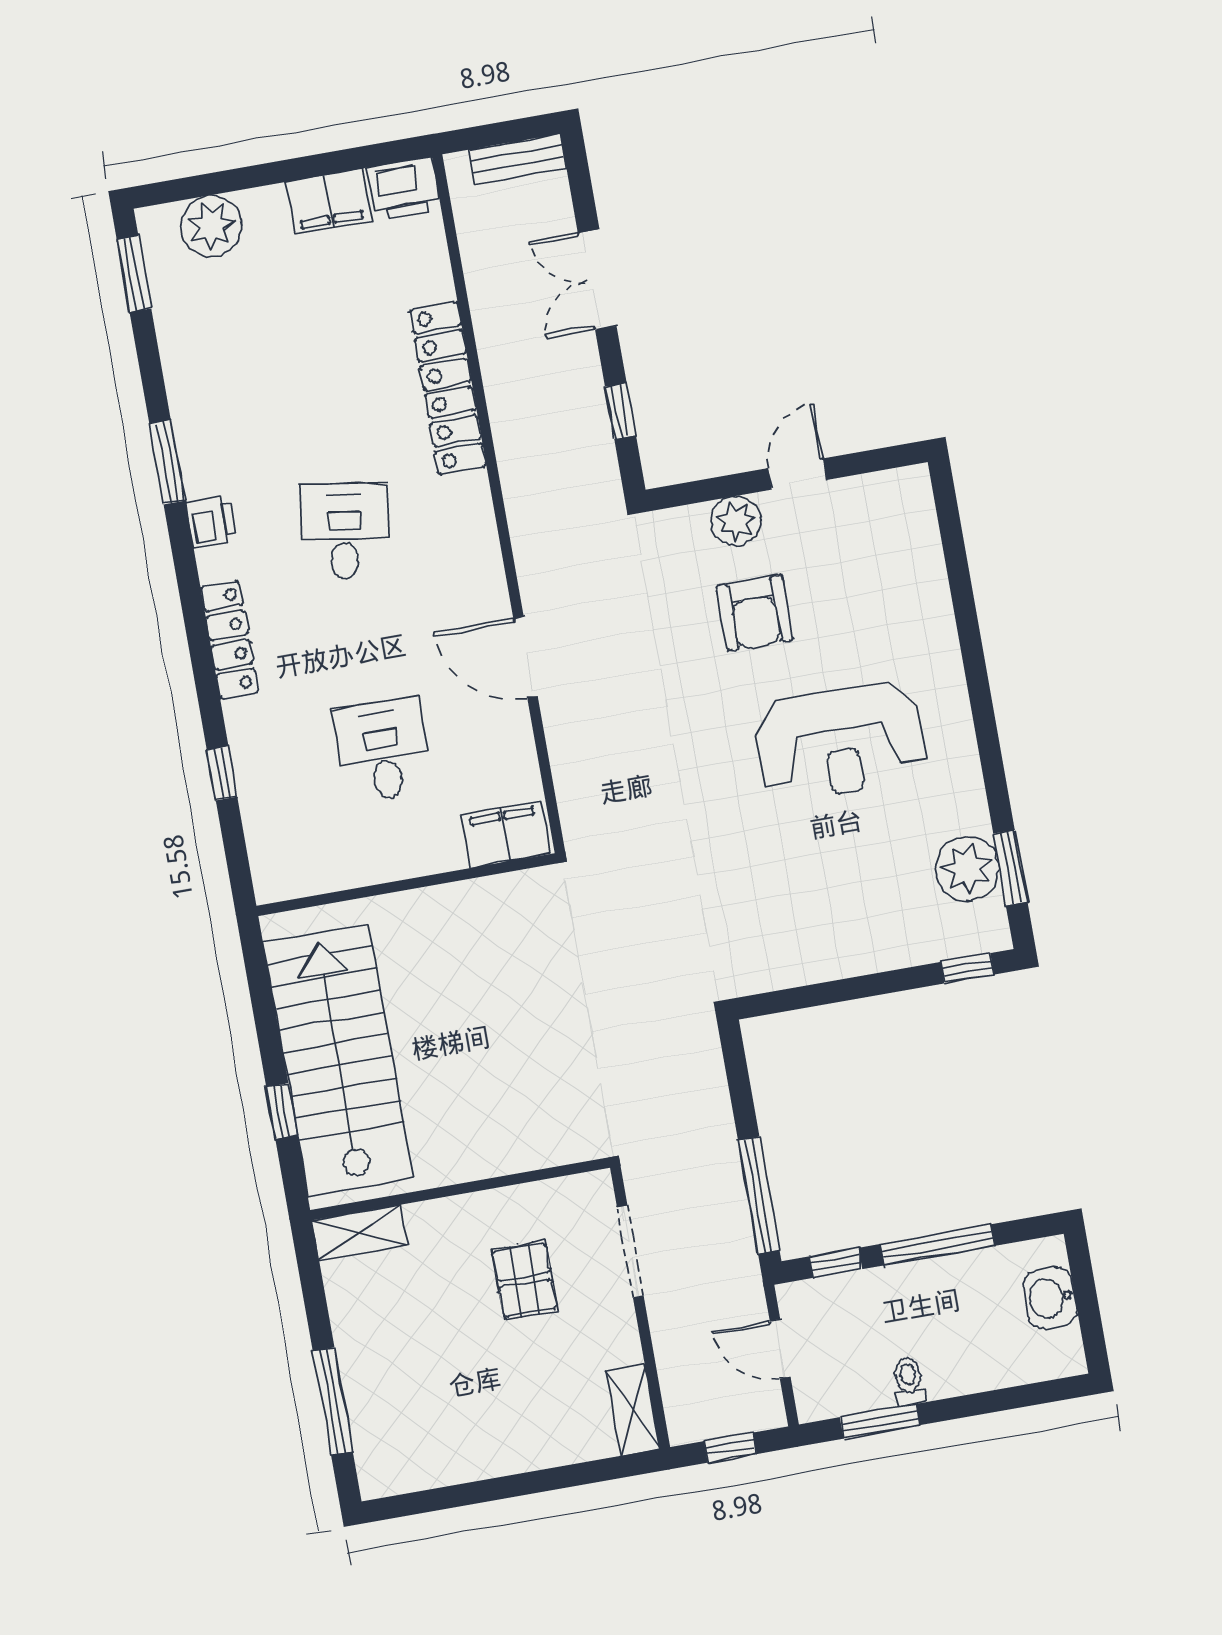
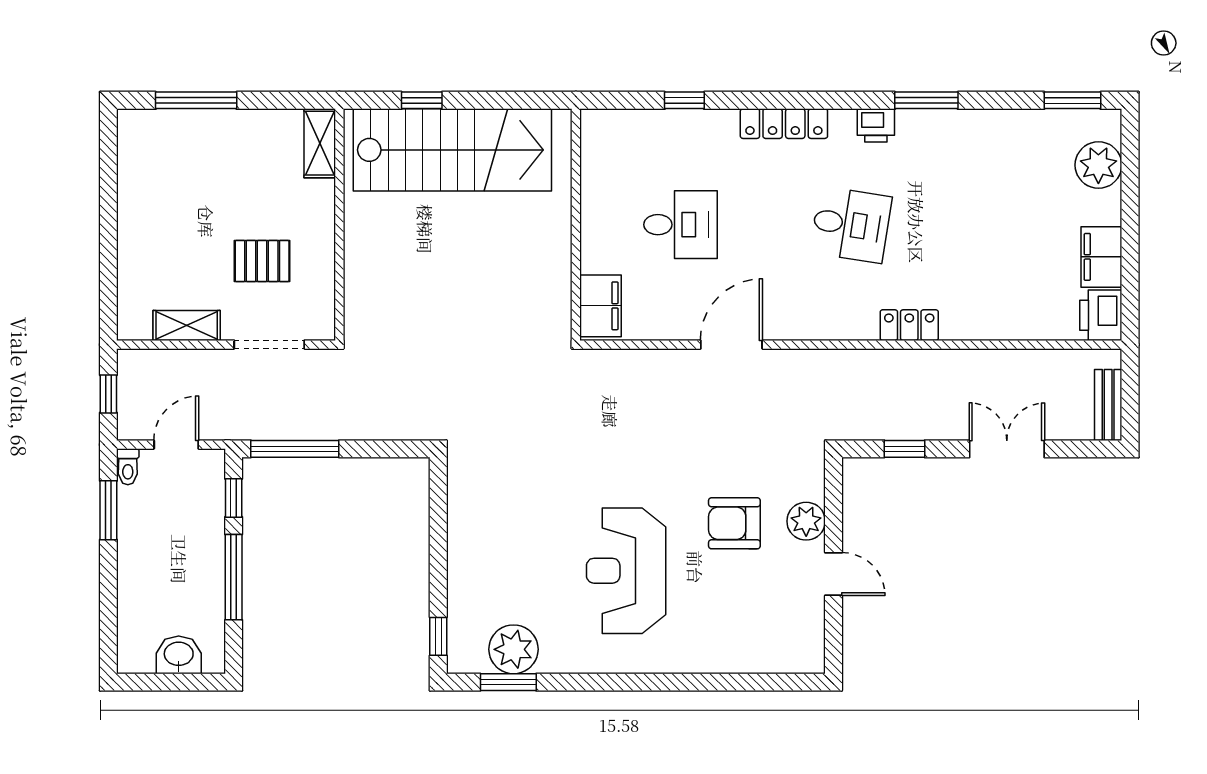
locker: (448, 388) -> (909, 325), width x0.46, depth x0.83
toilet: (909, 1381) -> (128, 467), moved, turned 90
shelving: (633, 1409) -> (187, 326), moved

